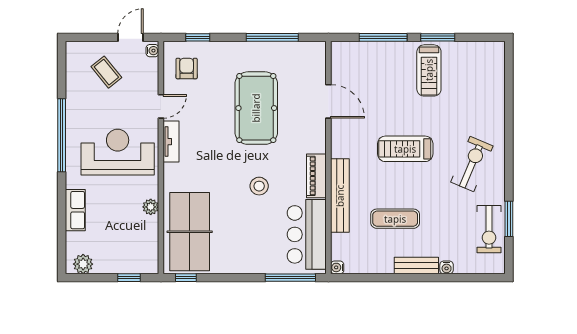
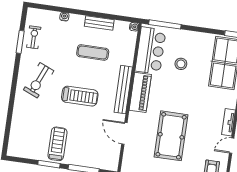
piano: (316, 176) -> (140, 92), width x1.37, depth x1.33
stool: (259, 186) -> (181, 64), moved
bench: (340, 196) -> (123, 90), moved
exercise bike: (489, 229) -> (34, 37), width x0.73, depth x0.72
bench: (416, 265) -> (99, 23), moved

